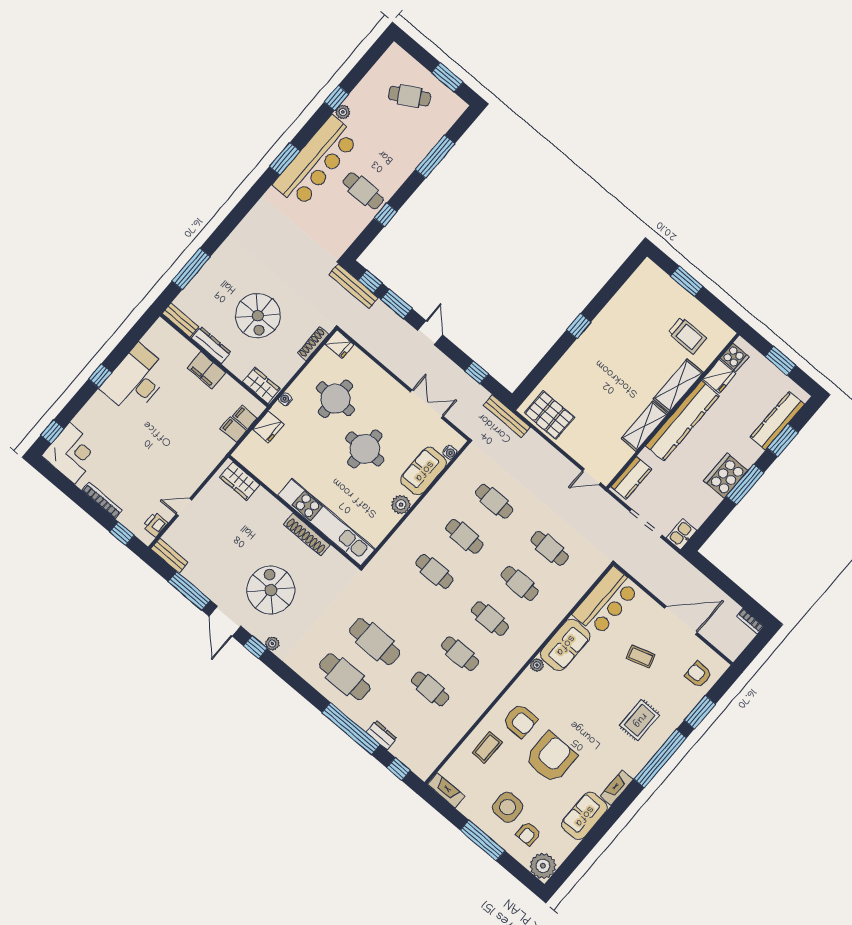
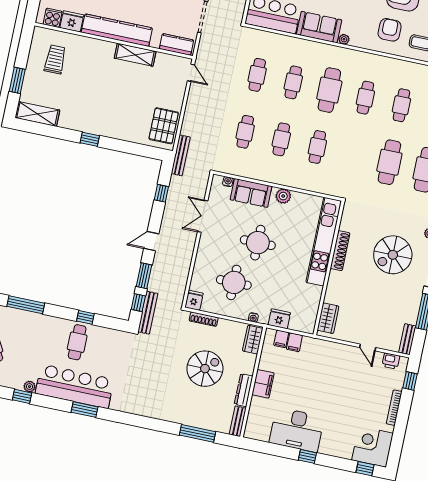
shelving: (678, 386) -> (37, 114), moved
cafe table: (490, 619) -> (329, 90), width x1.37, depth x1.35

